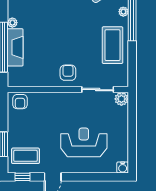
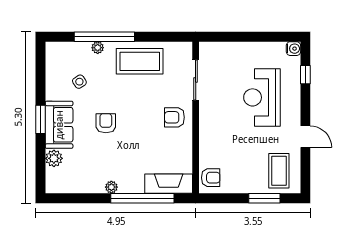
armchair: (63, 18) -> (106, 123), added
fireplace: (15, 47) -> (169, 184), moved
plant: (121, 99) -> (207, 50), removed
window: (22, 177) -> (305, 75), moved

